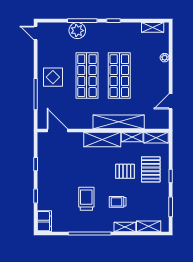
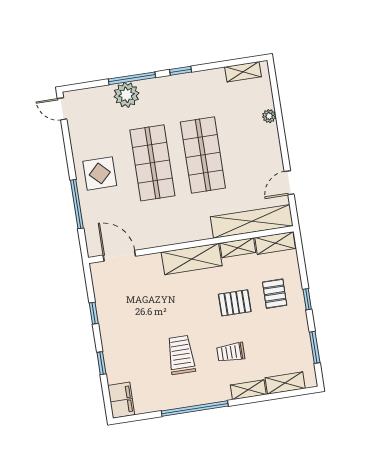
shelving: (119, 122) -> (252, 221), moved
pallet: (151, 169) -> (275, 294), width x0.67, depth x0.71

